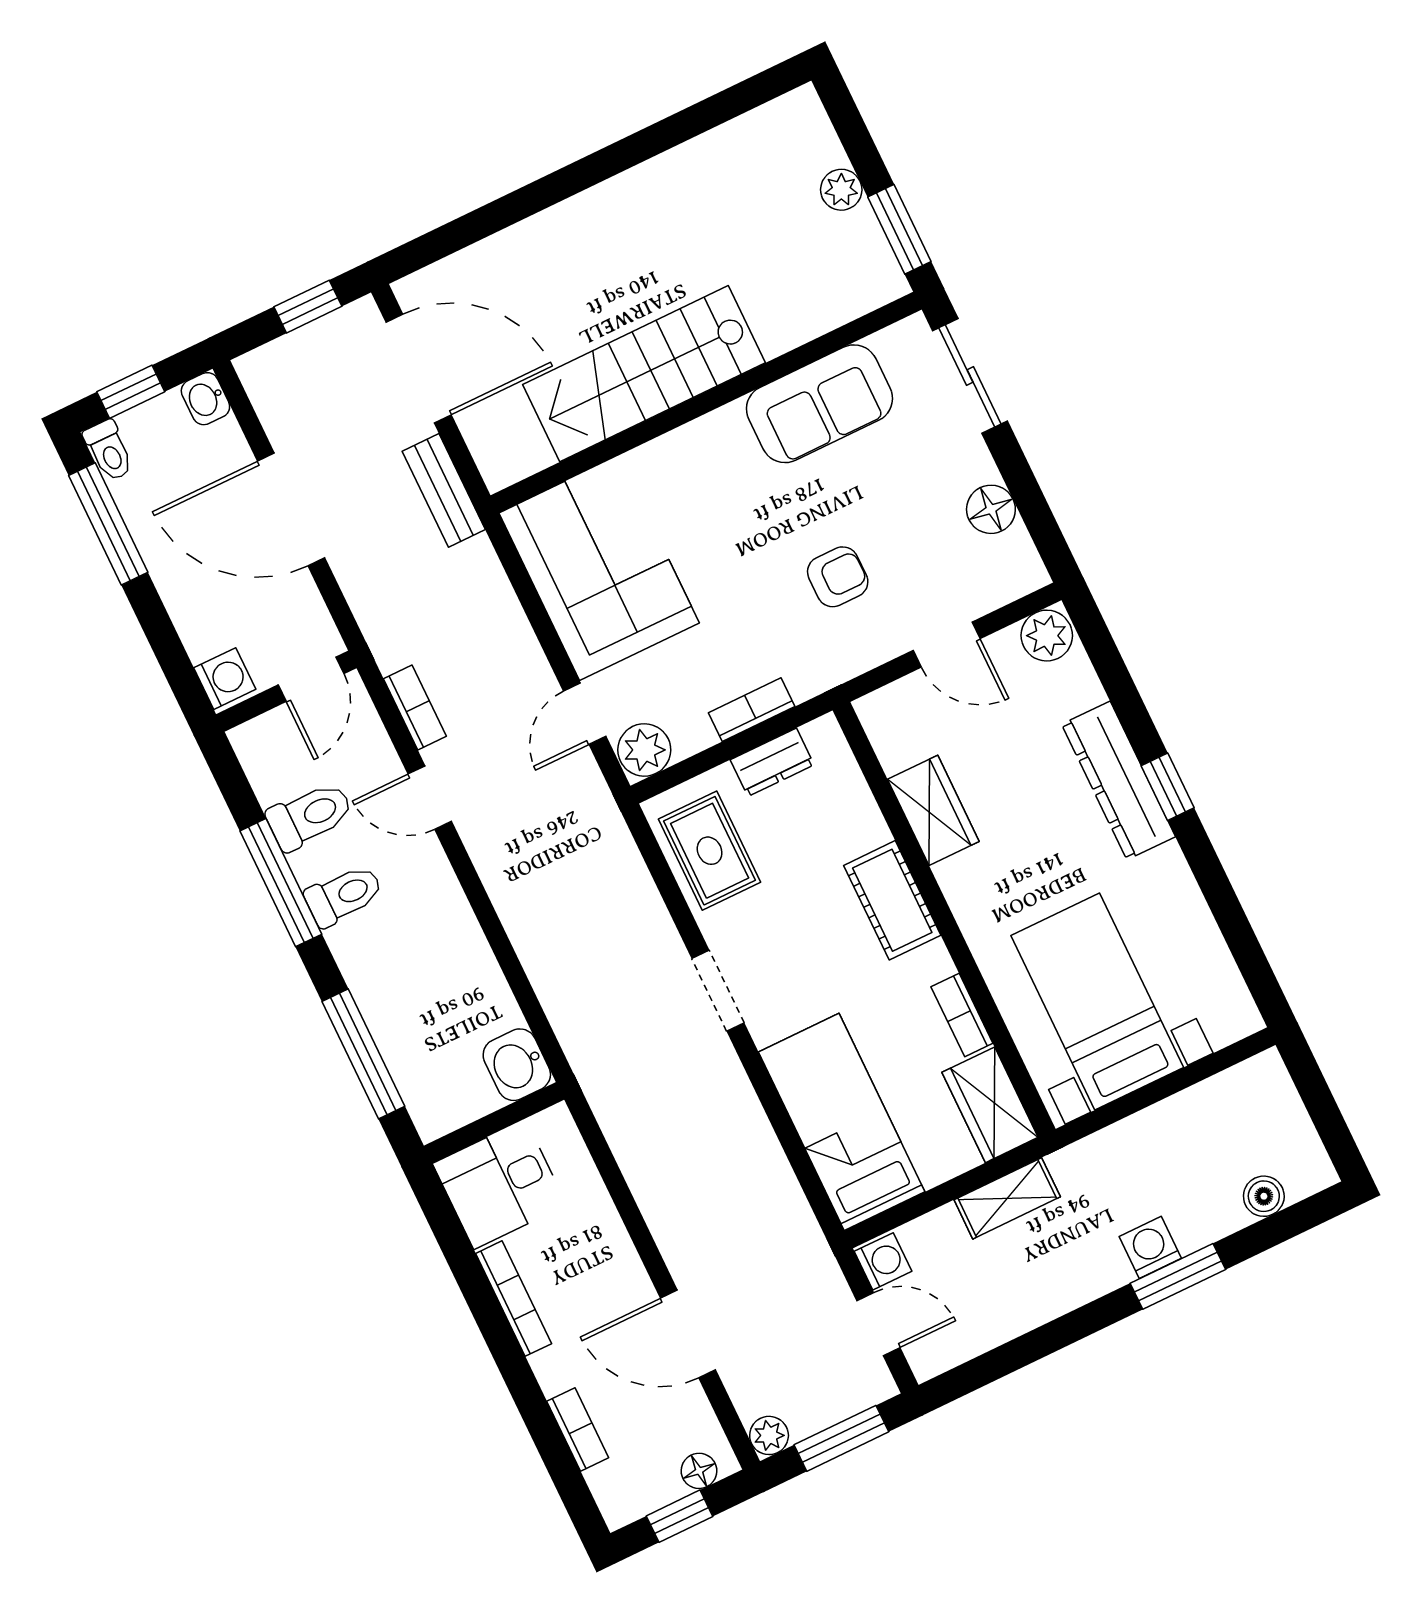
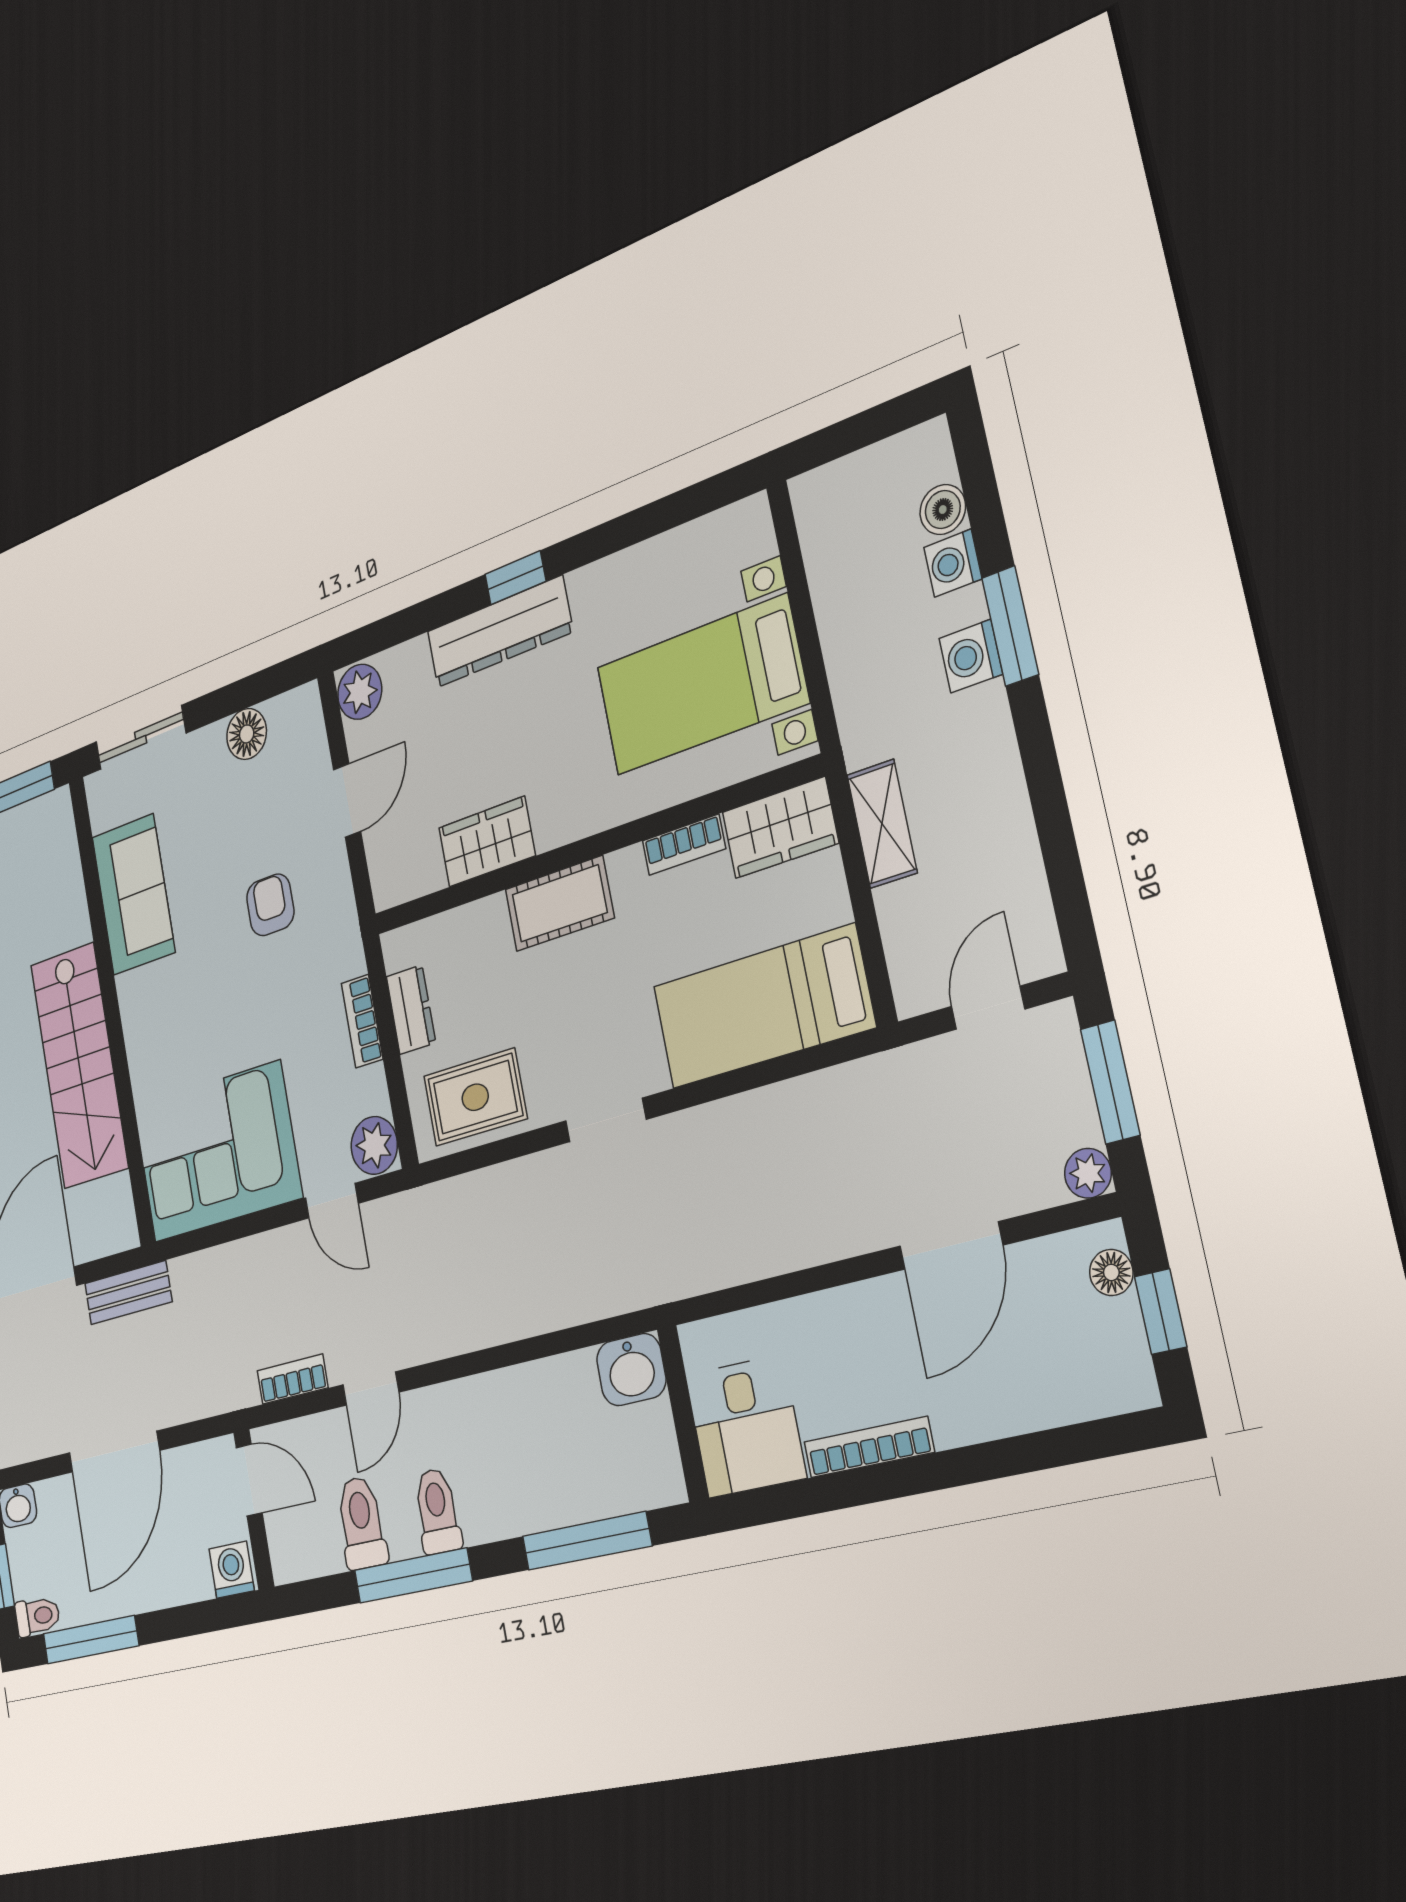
washing machine: (883, 1261) -> (953, 563), moved, turned -90
bookcase: (578, 1430) -> (1031, 1412), removed

